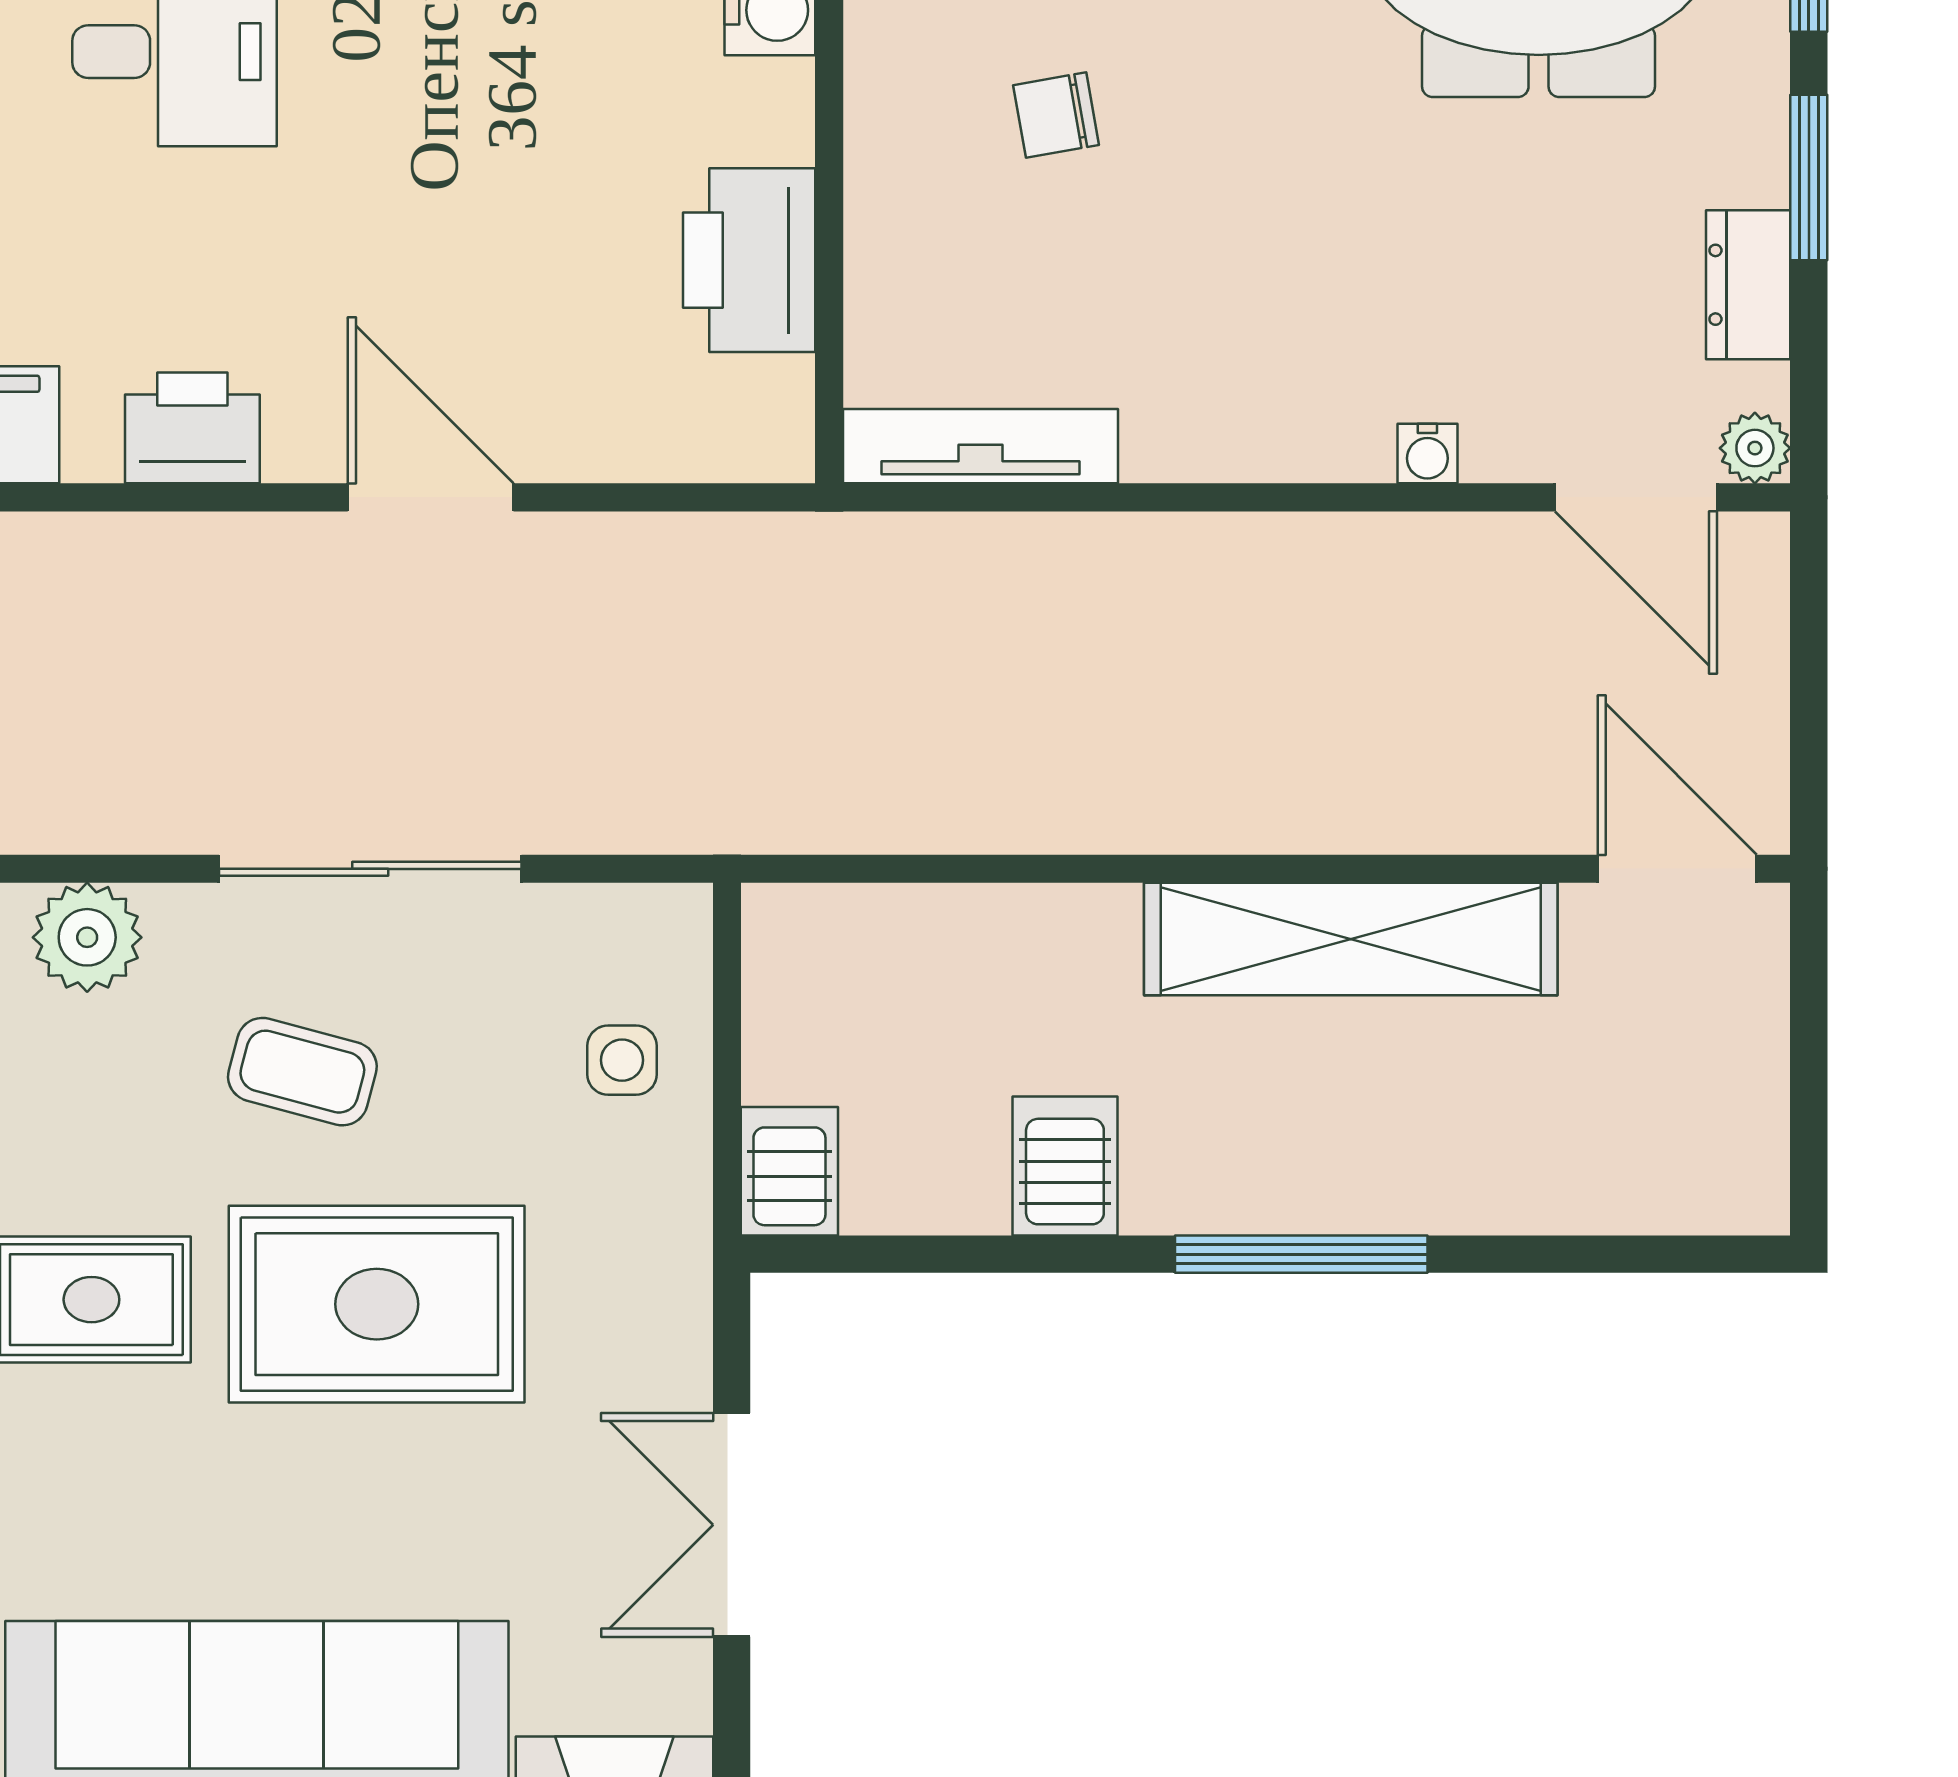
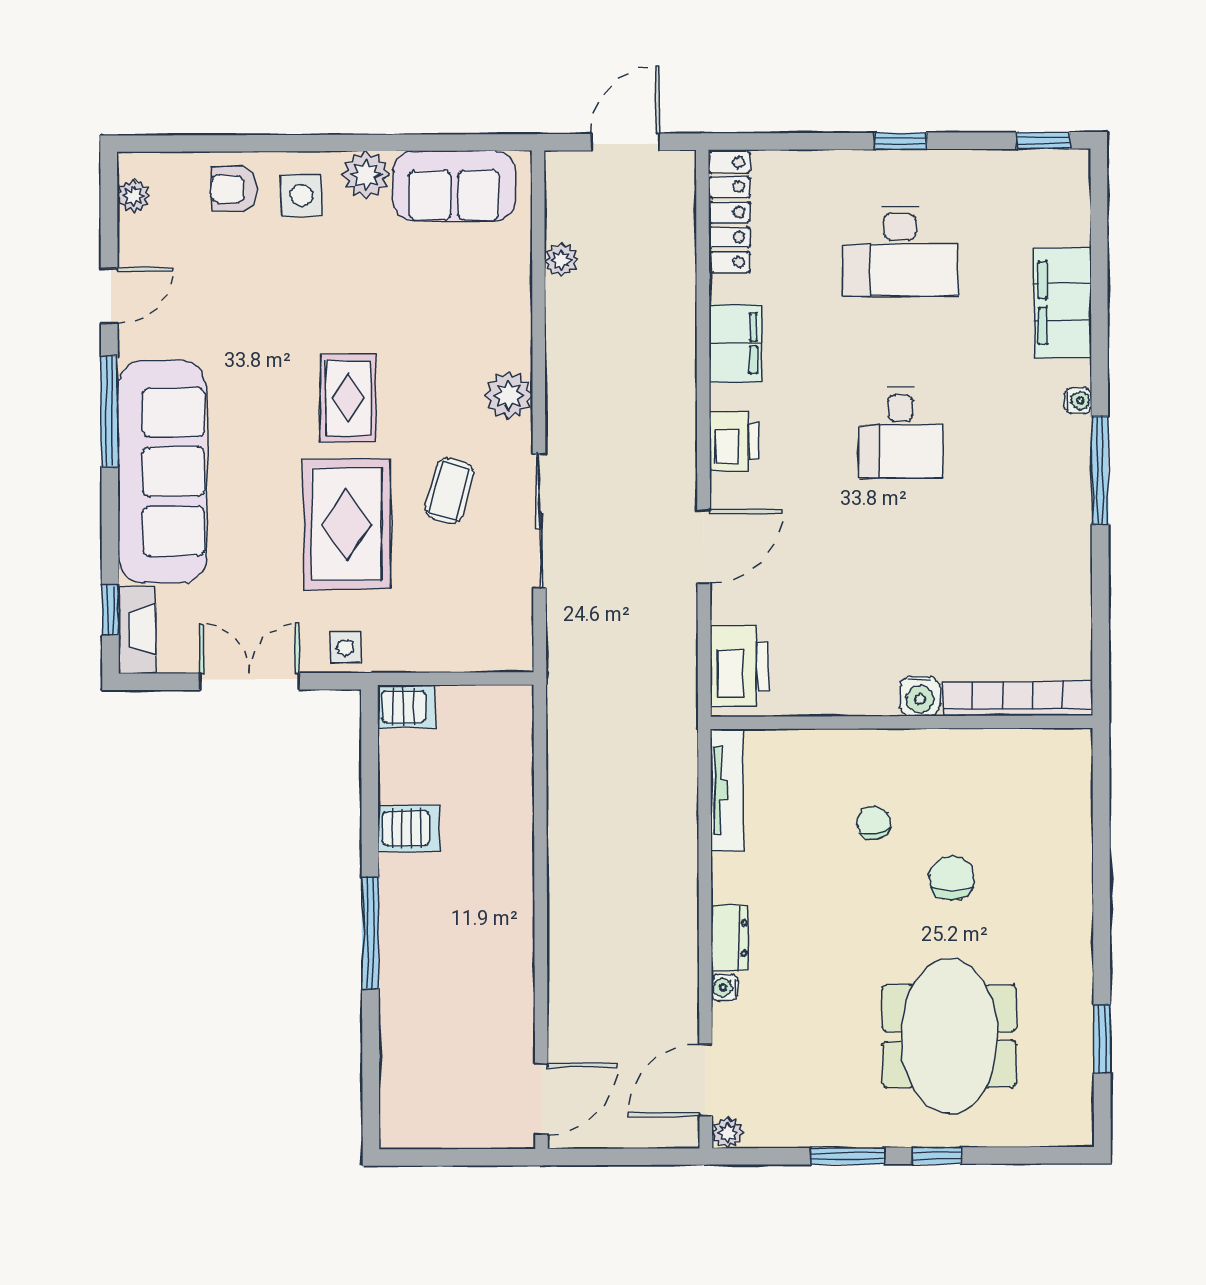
printer: (749, 260) -> (740, 666), moved, turned 90
dresser: (1748, 285) -> (730, 938), moved, turned 90
shelving: (1351, 939) -> (510, 954), removed
side table: (622, 1060) -> (345, 647), moved

